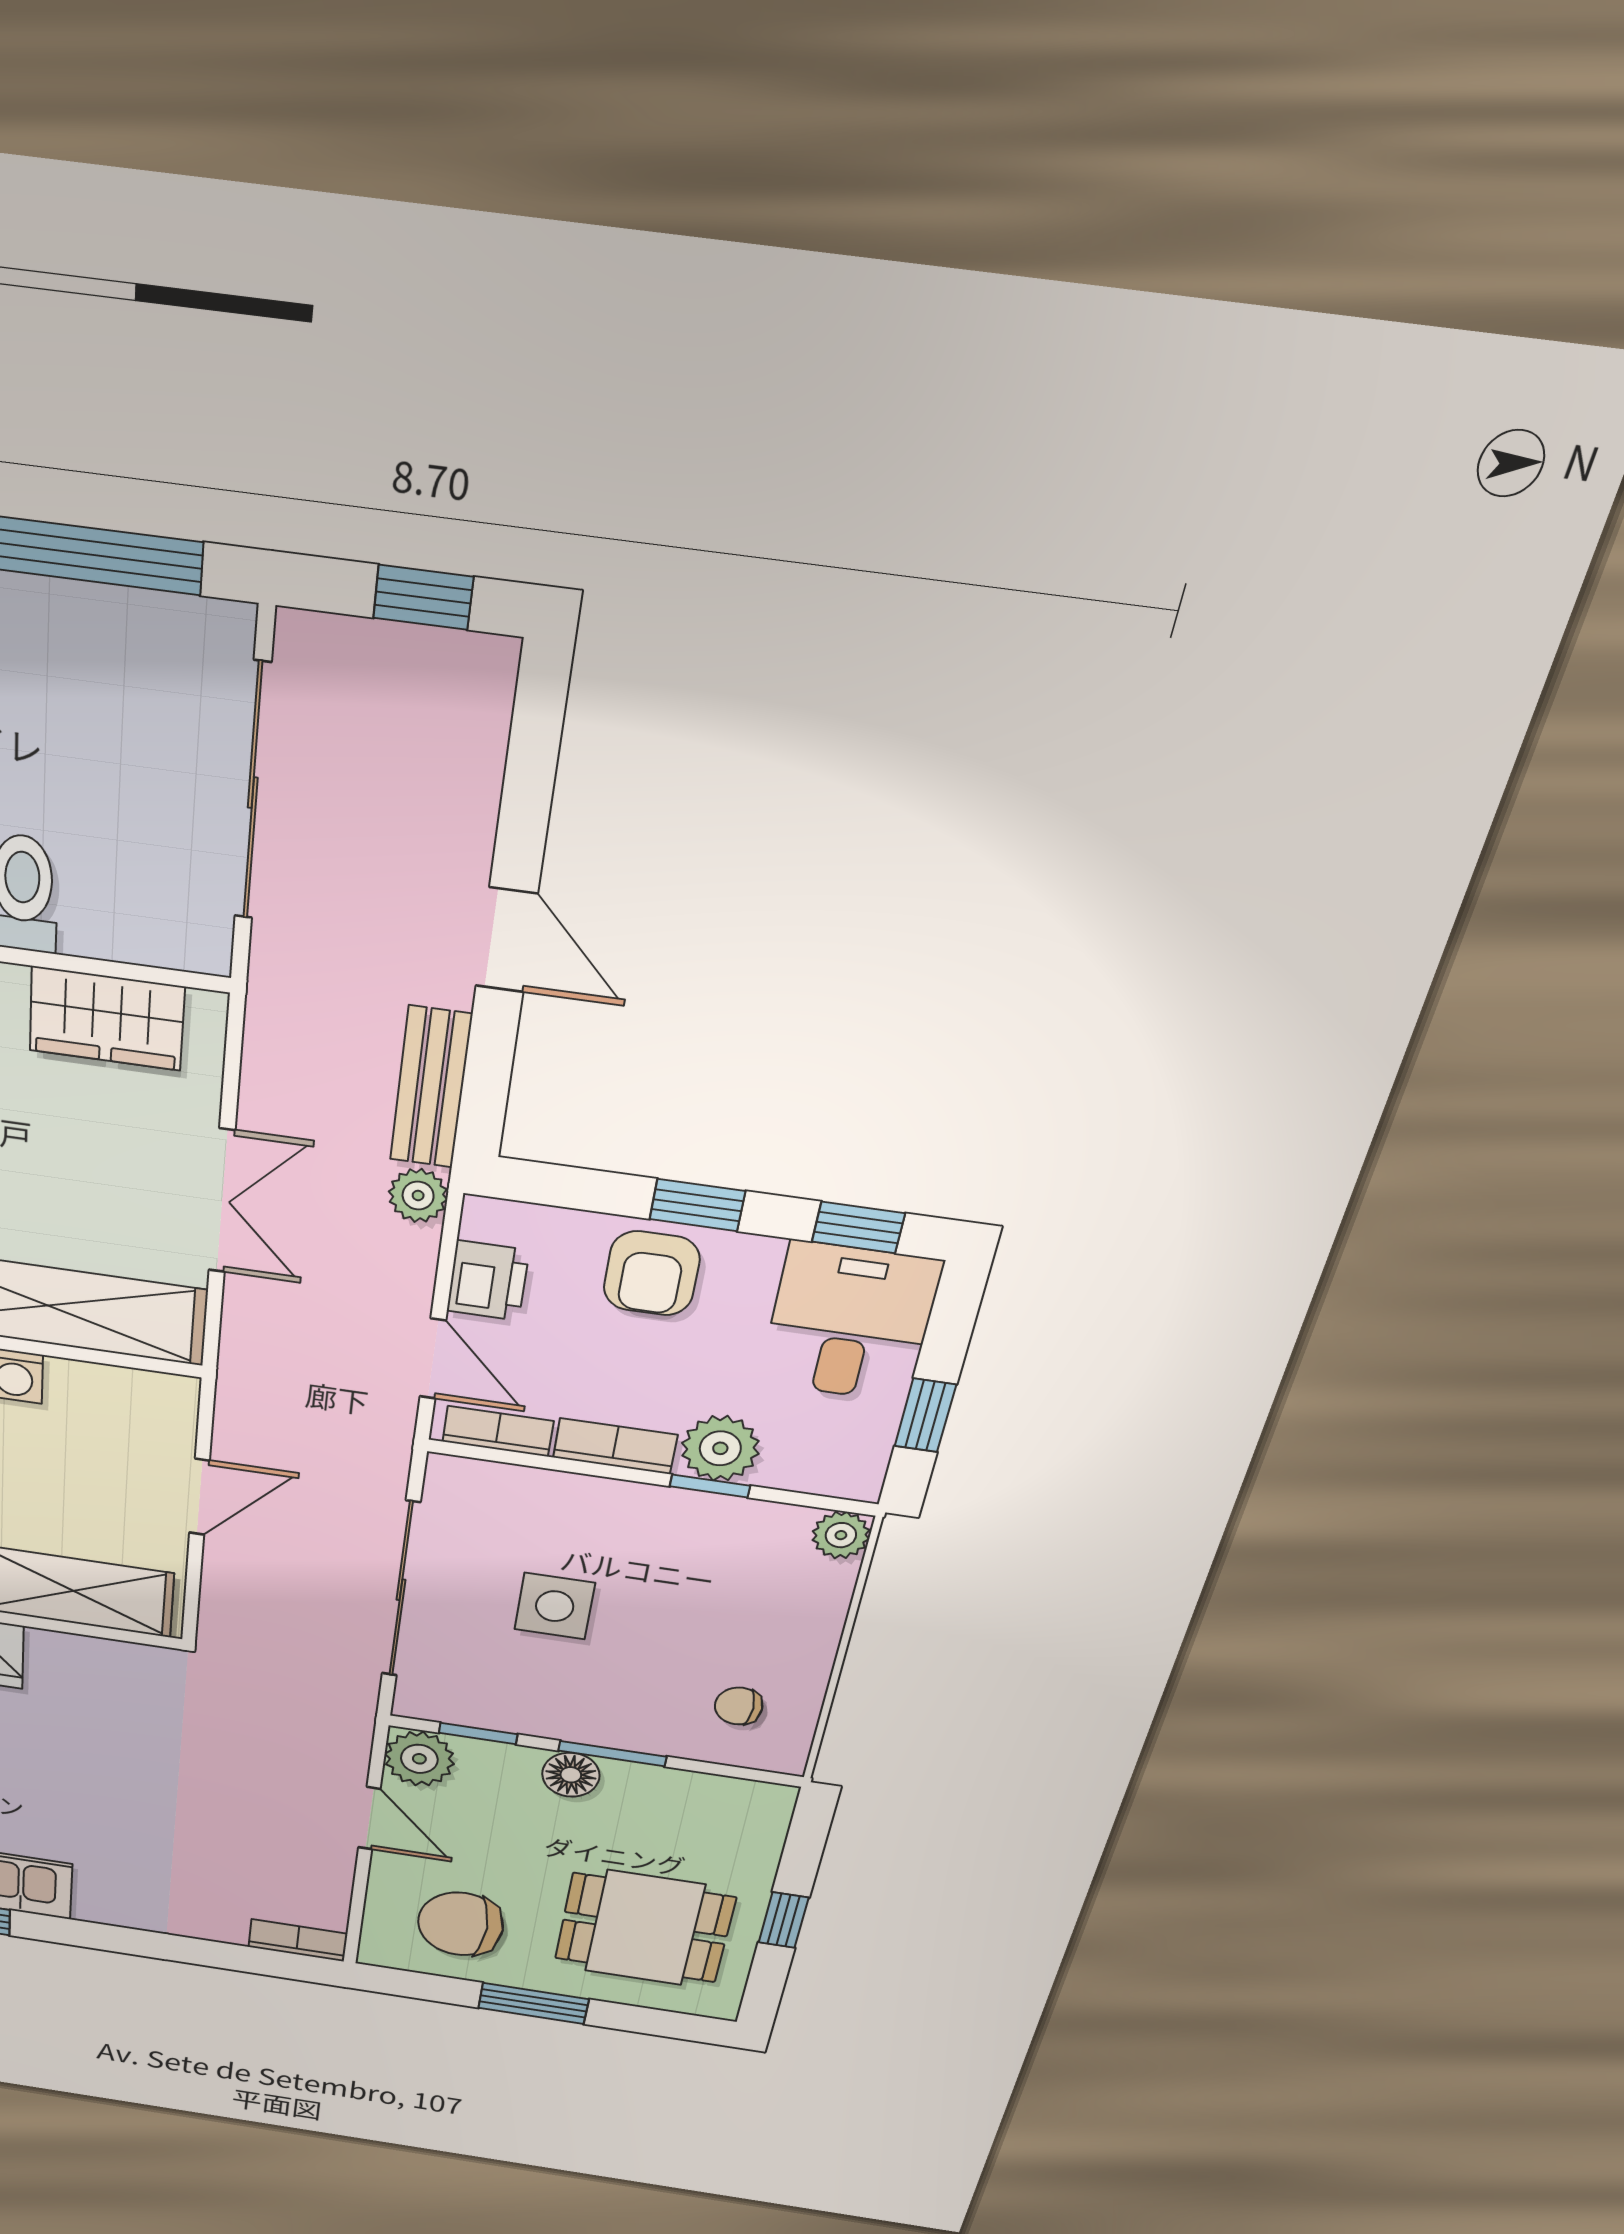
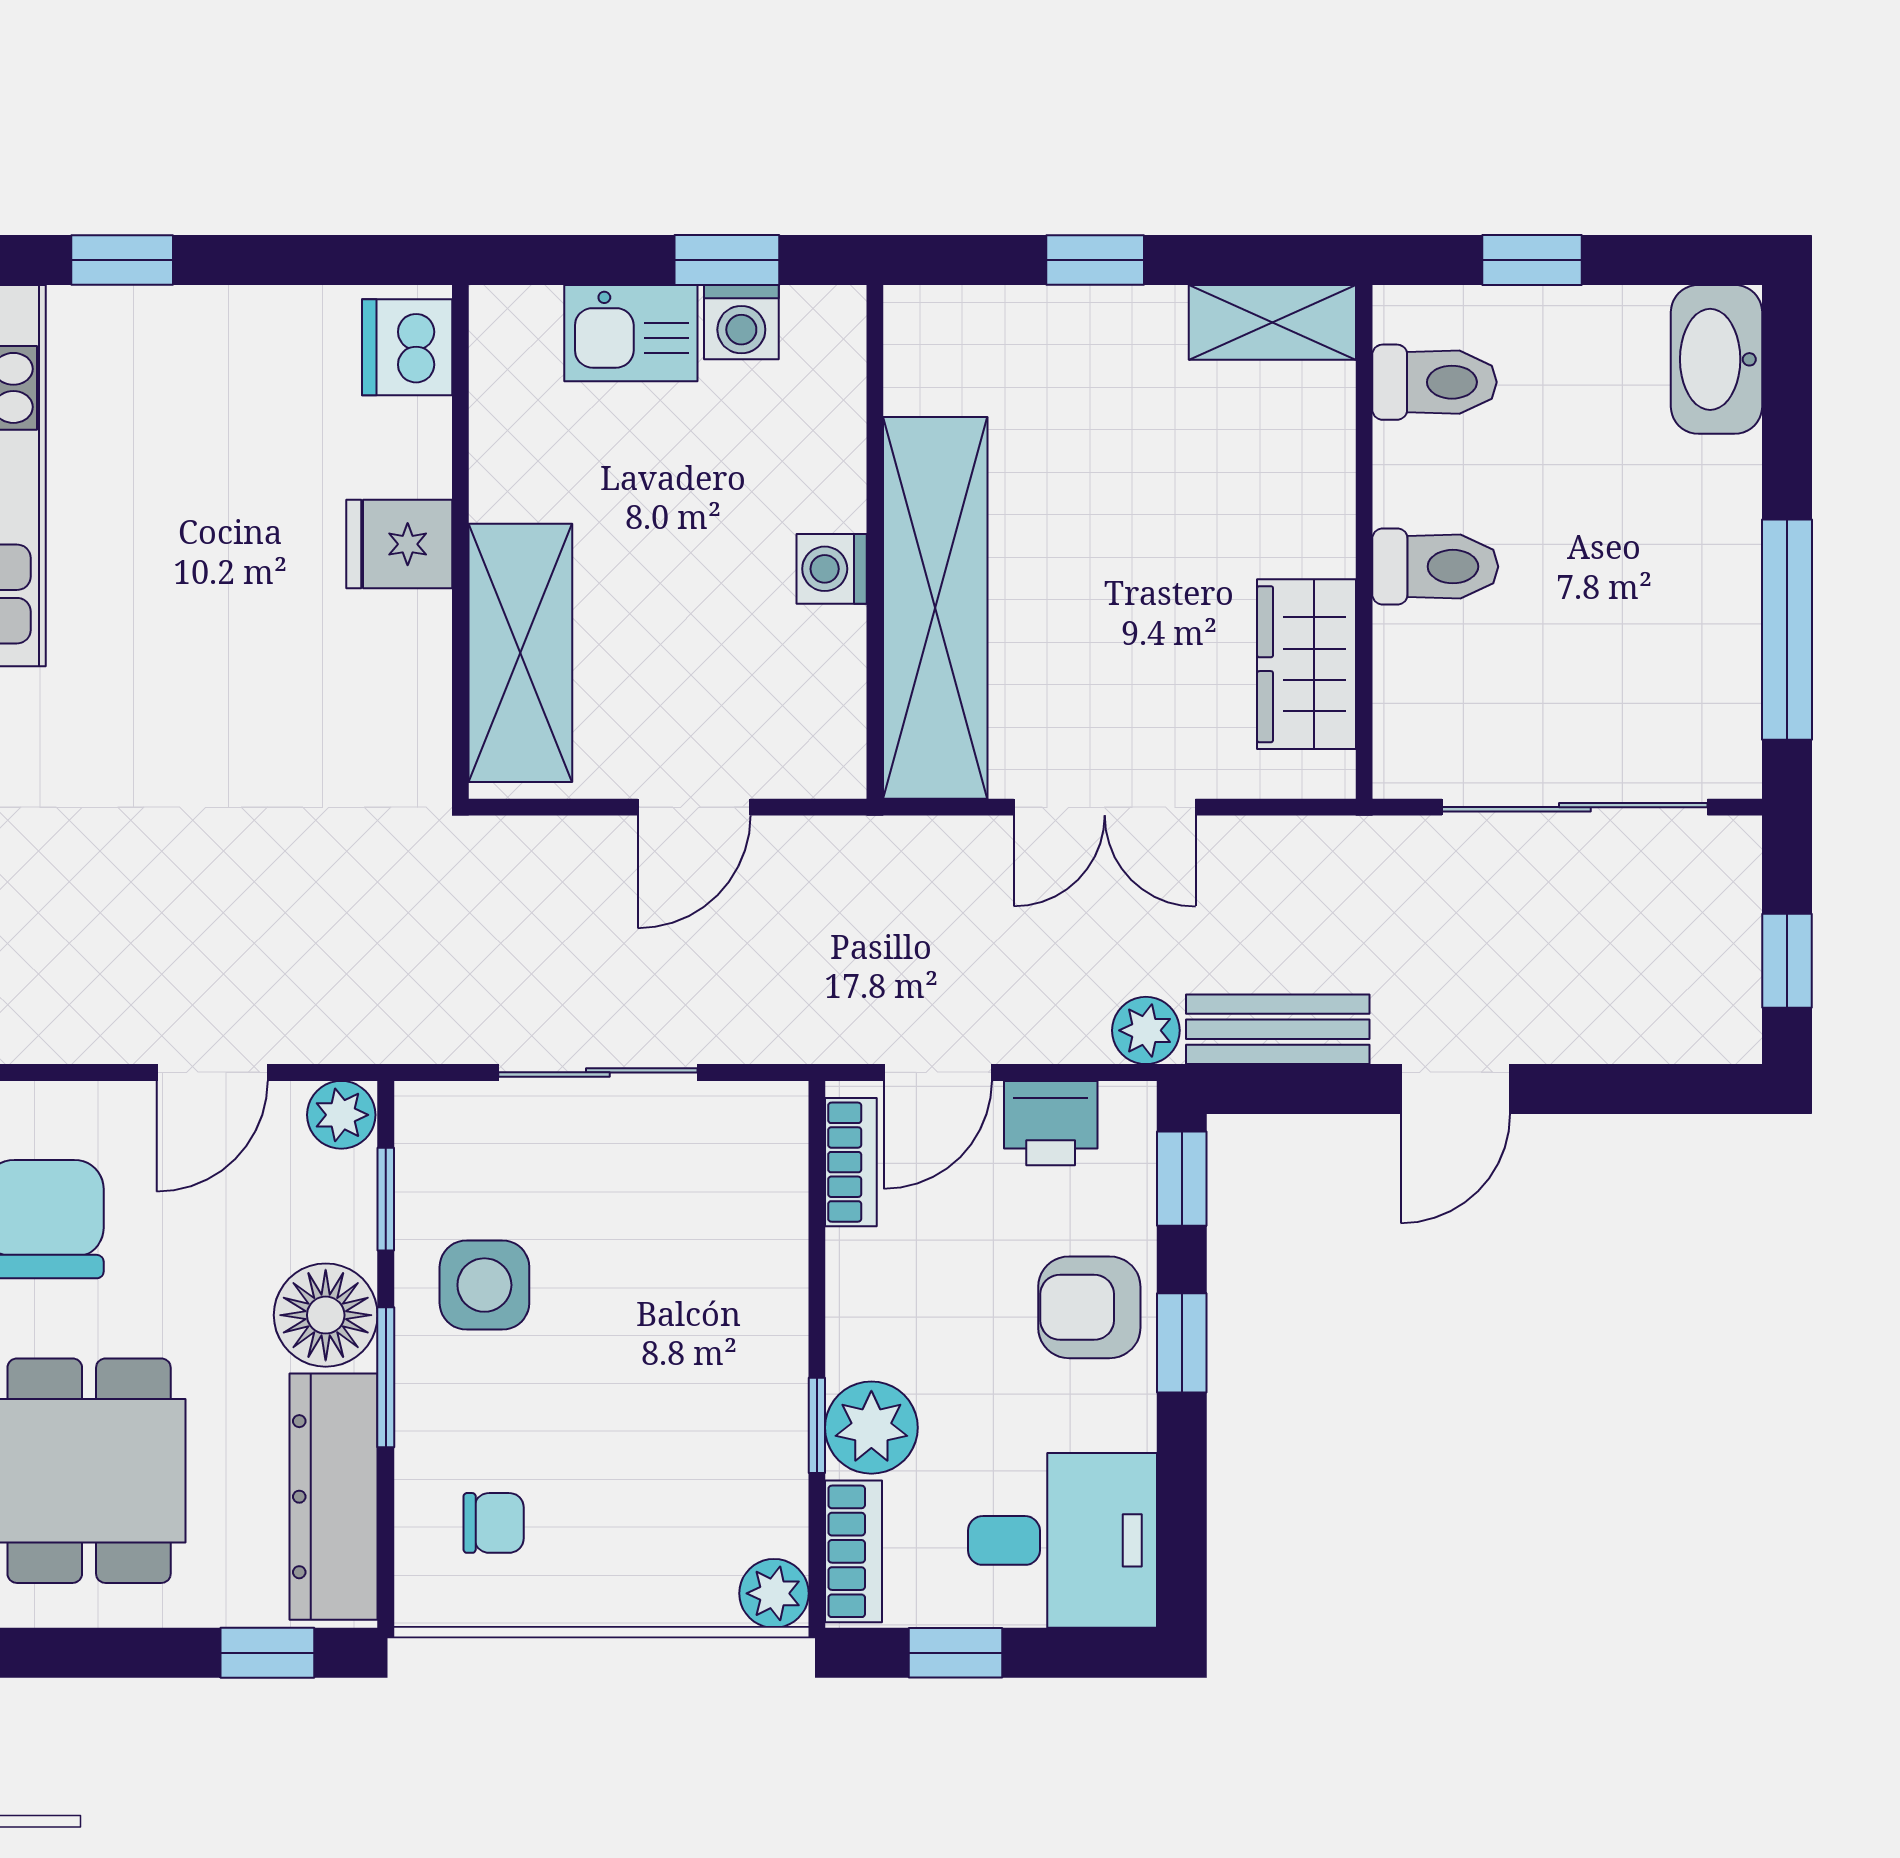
window: (858, 1227) -> (1182, 1179), moved
bookcase: (615, 1446) -> (854, 1551), moved
door: (200, 1497) -> (694, 807), hinge flipped
sliding door: (401, 1590) -> (598, 1072), width x0.73
side table: (555, 1606) -> (484, 1285), moved
chair: (739, 1706) -> (494, 1523), turned 90
plant: (419, 1759) -> (341, 1115), width x0.73, depth x0.73
floor lamp: (571, 1775) -> (326, 1315), width x1.38, depth x1.38
dresser: (696, 1797) -> (334, 1497), added
window: (784, 1920) -> (267, 1653), moved

